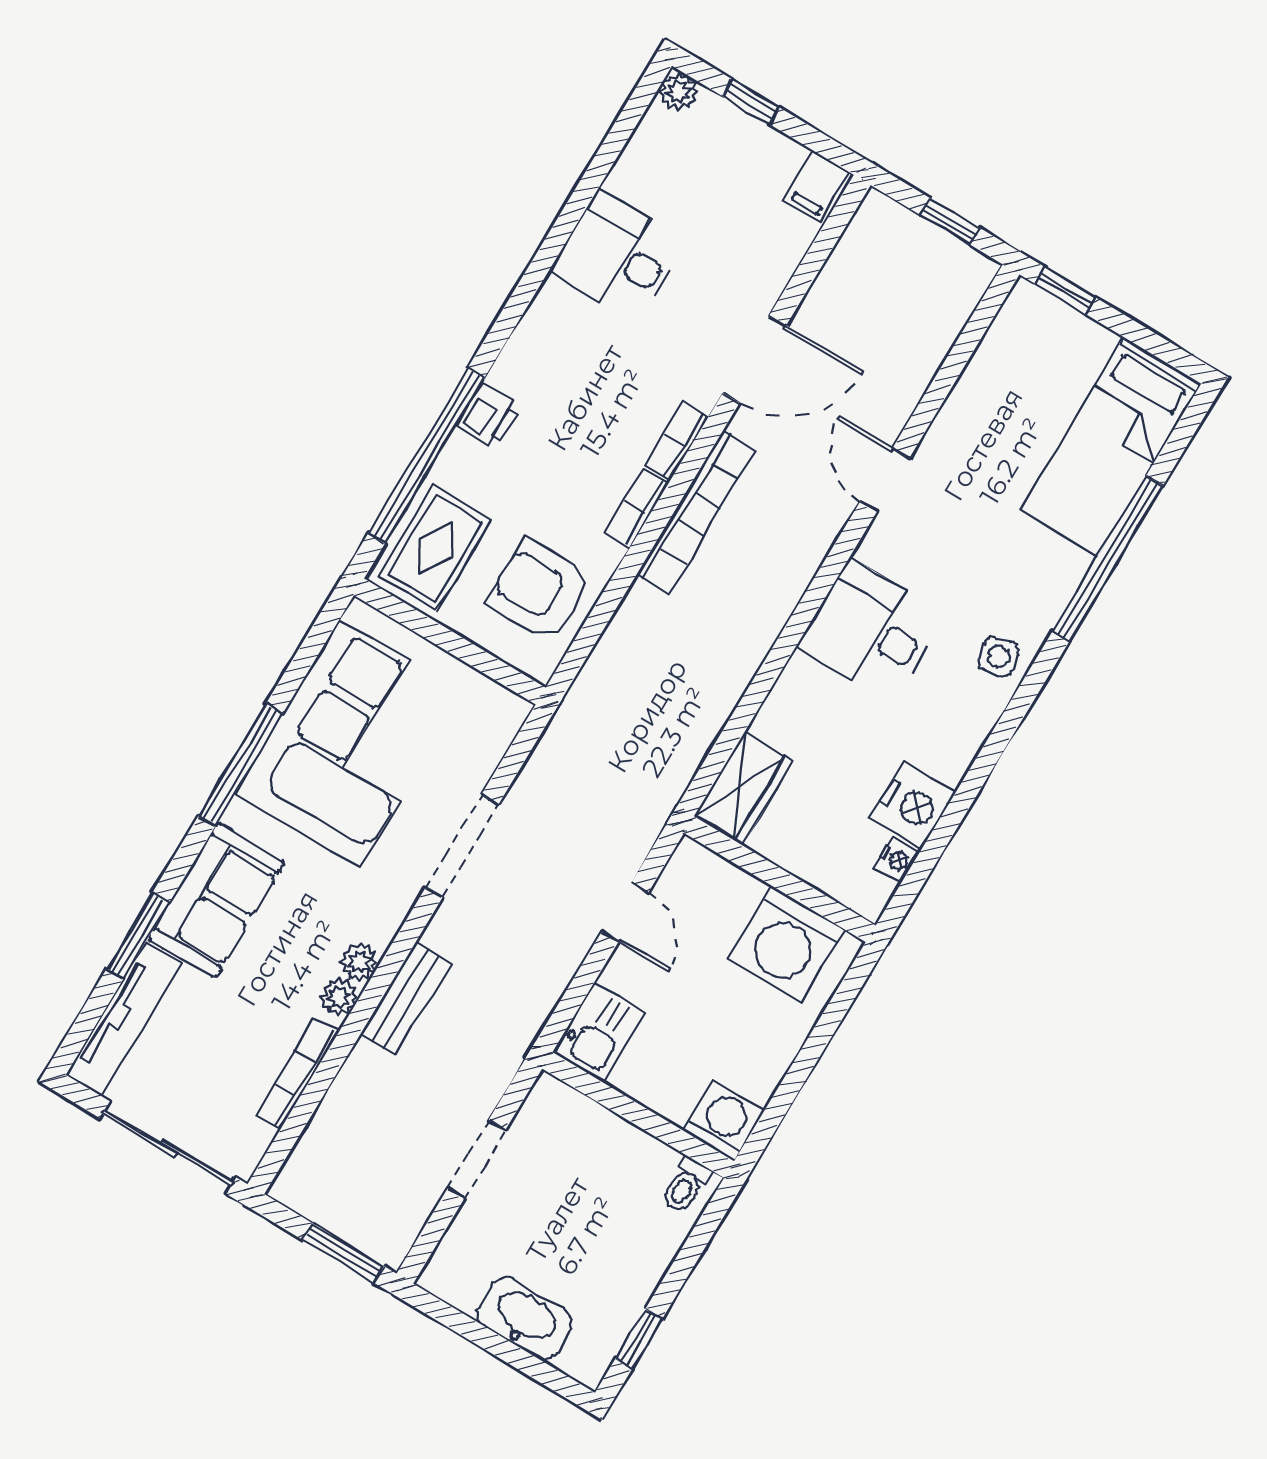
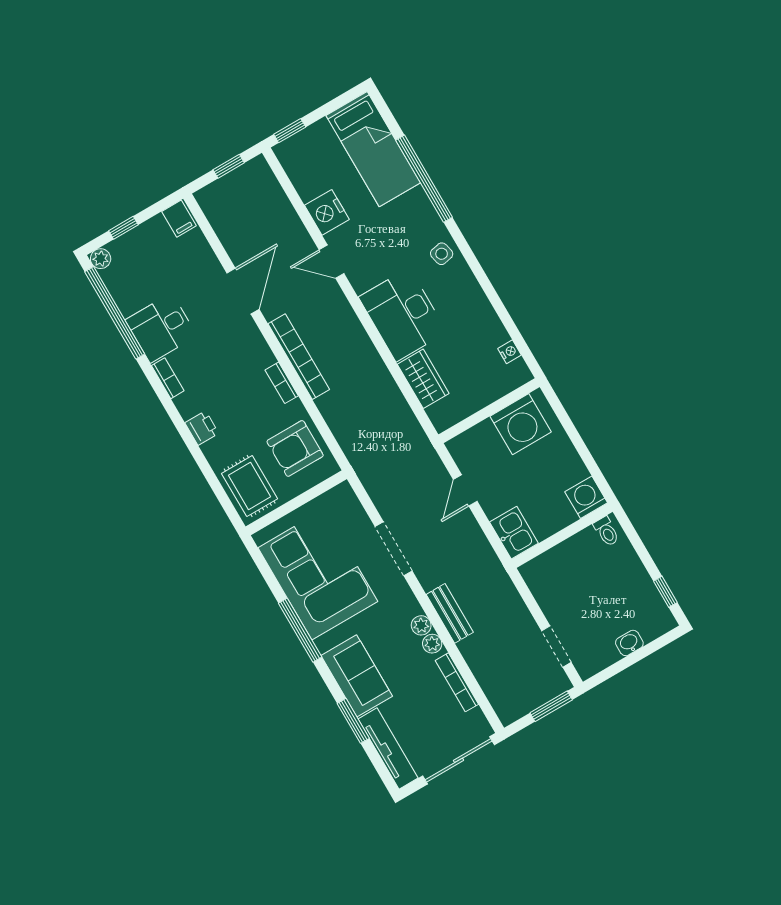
bookcase: (677, 441) -> (168, 378), moved, turned 180
window: (426, 456) -> (115, 313), moved
desk: (871, 631) -> (403, 315), width x1.37
wardrobe: (744, 789) -> (423, 379), moved
nightstand: (913, 806) -> (327, 212), moved, turned 180
door: (625, 912) -> (465, 490), swing flipped
doorway: (477, 1159) -> (556, 647), moved
washbasin: (525, 1318) -> (629, 643), width x0.52, depth x0.69

